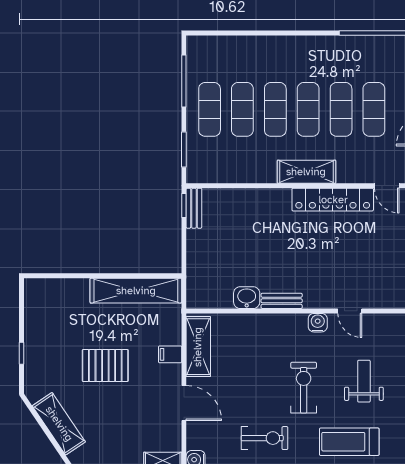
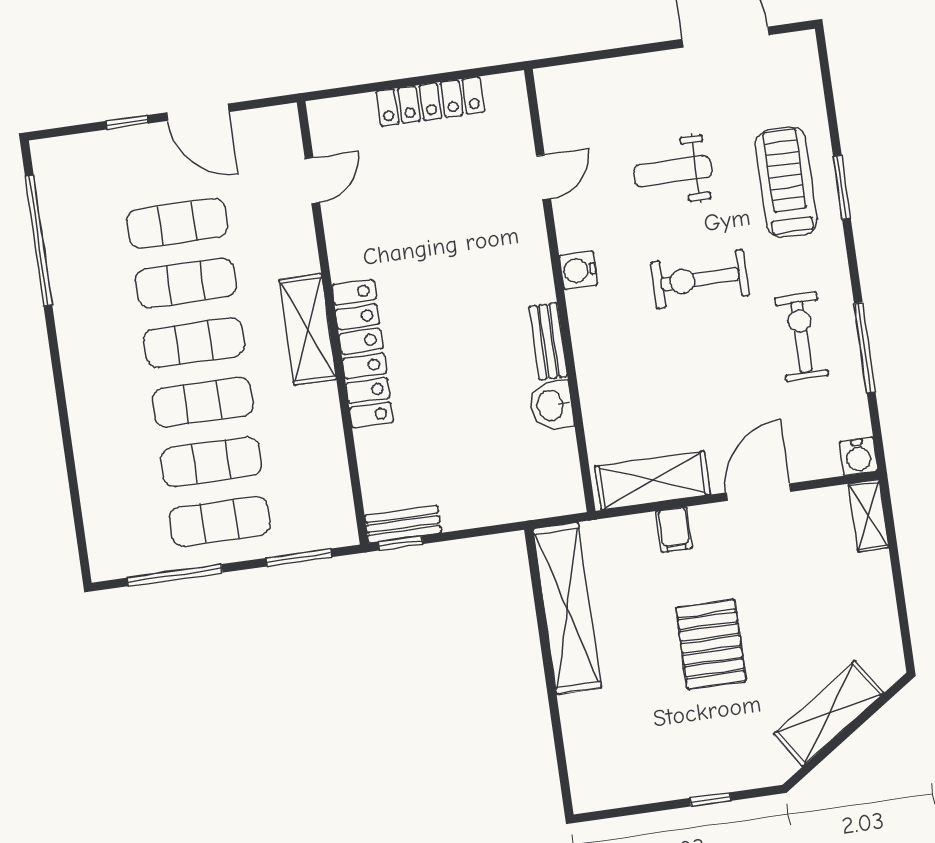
locker: (333, 200) -> (363, 354), moved
door: (350, 311) -> (544, 177), moved
treadmill: (349, 442) -> (786, 182), turned 180

